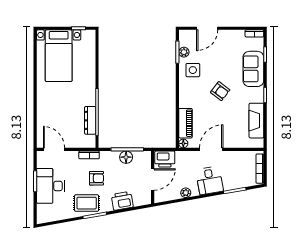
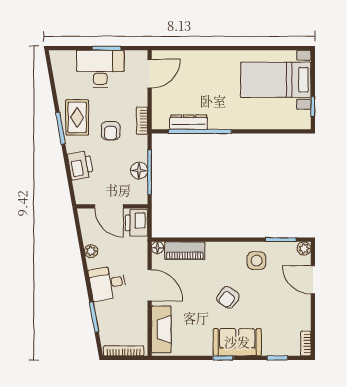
plant: (184, 52) -> (304, 249), moved
sofa: (253, 69) -> (237, 342), moved
fireplace: (256, 121) -> (161, 329), moved, turned 90

